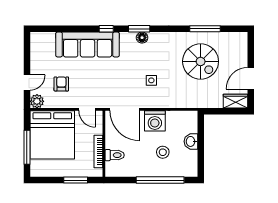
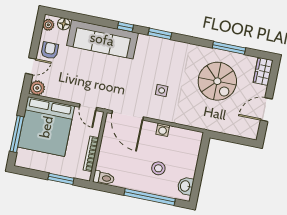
floor lamp: (142, 38) -> (64, 24), moved
plant: (35, 41) -> (48, 25), added
armchair: (61, 84) -> (50, 50), moved
wardrobe: (235, 101) -> (263, 71), moved, turned -90
washing machine: (155, 121) -> (163, 130), width x0.53, depth x0.53
washbasin: (191, 141) -> (185, 186), moved
toilet: (115, 155) -> (104, 178), moved

